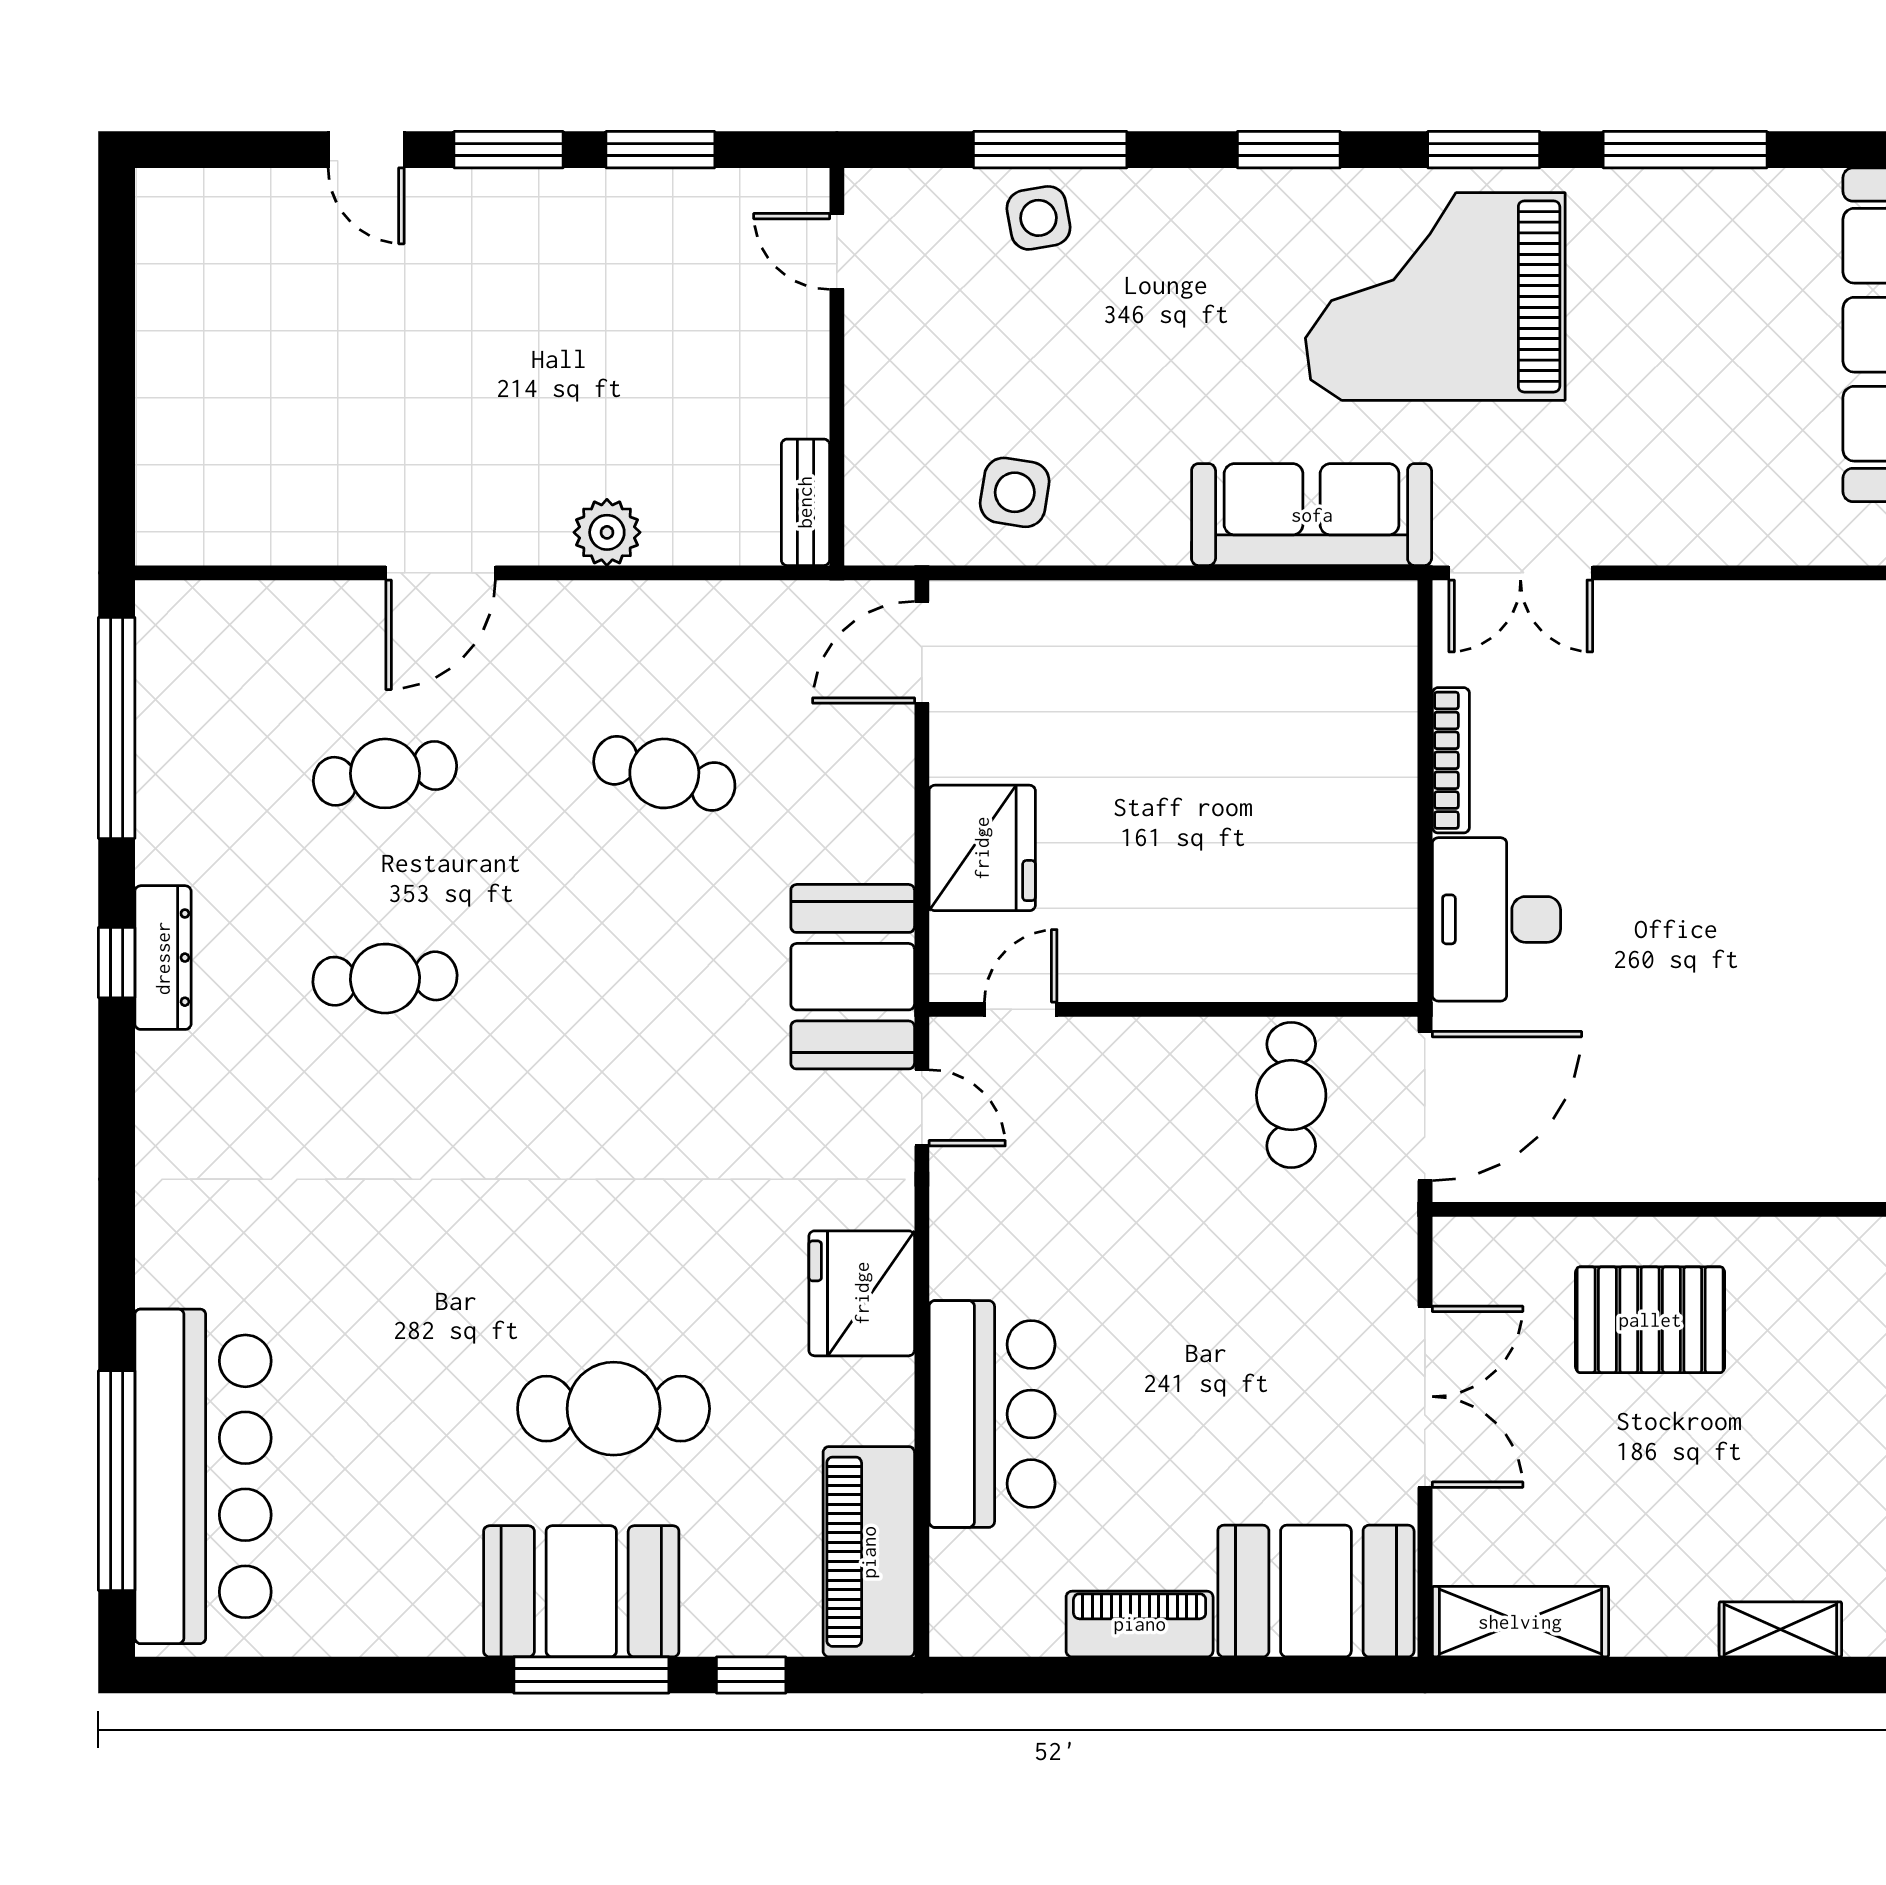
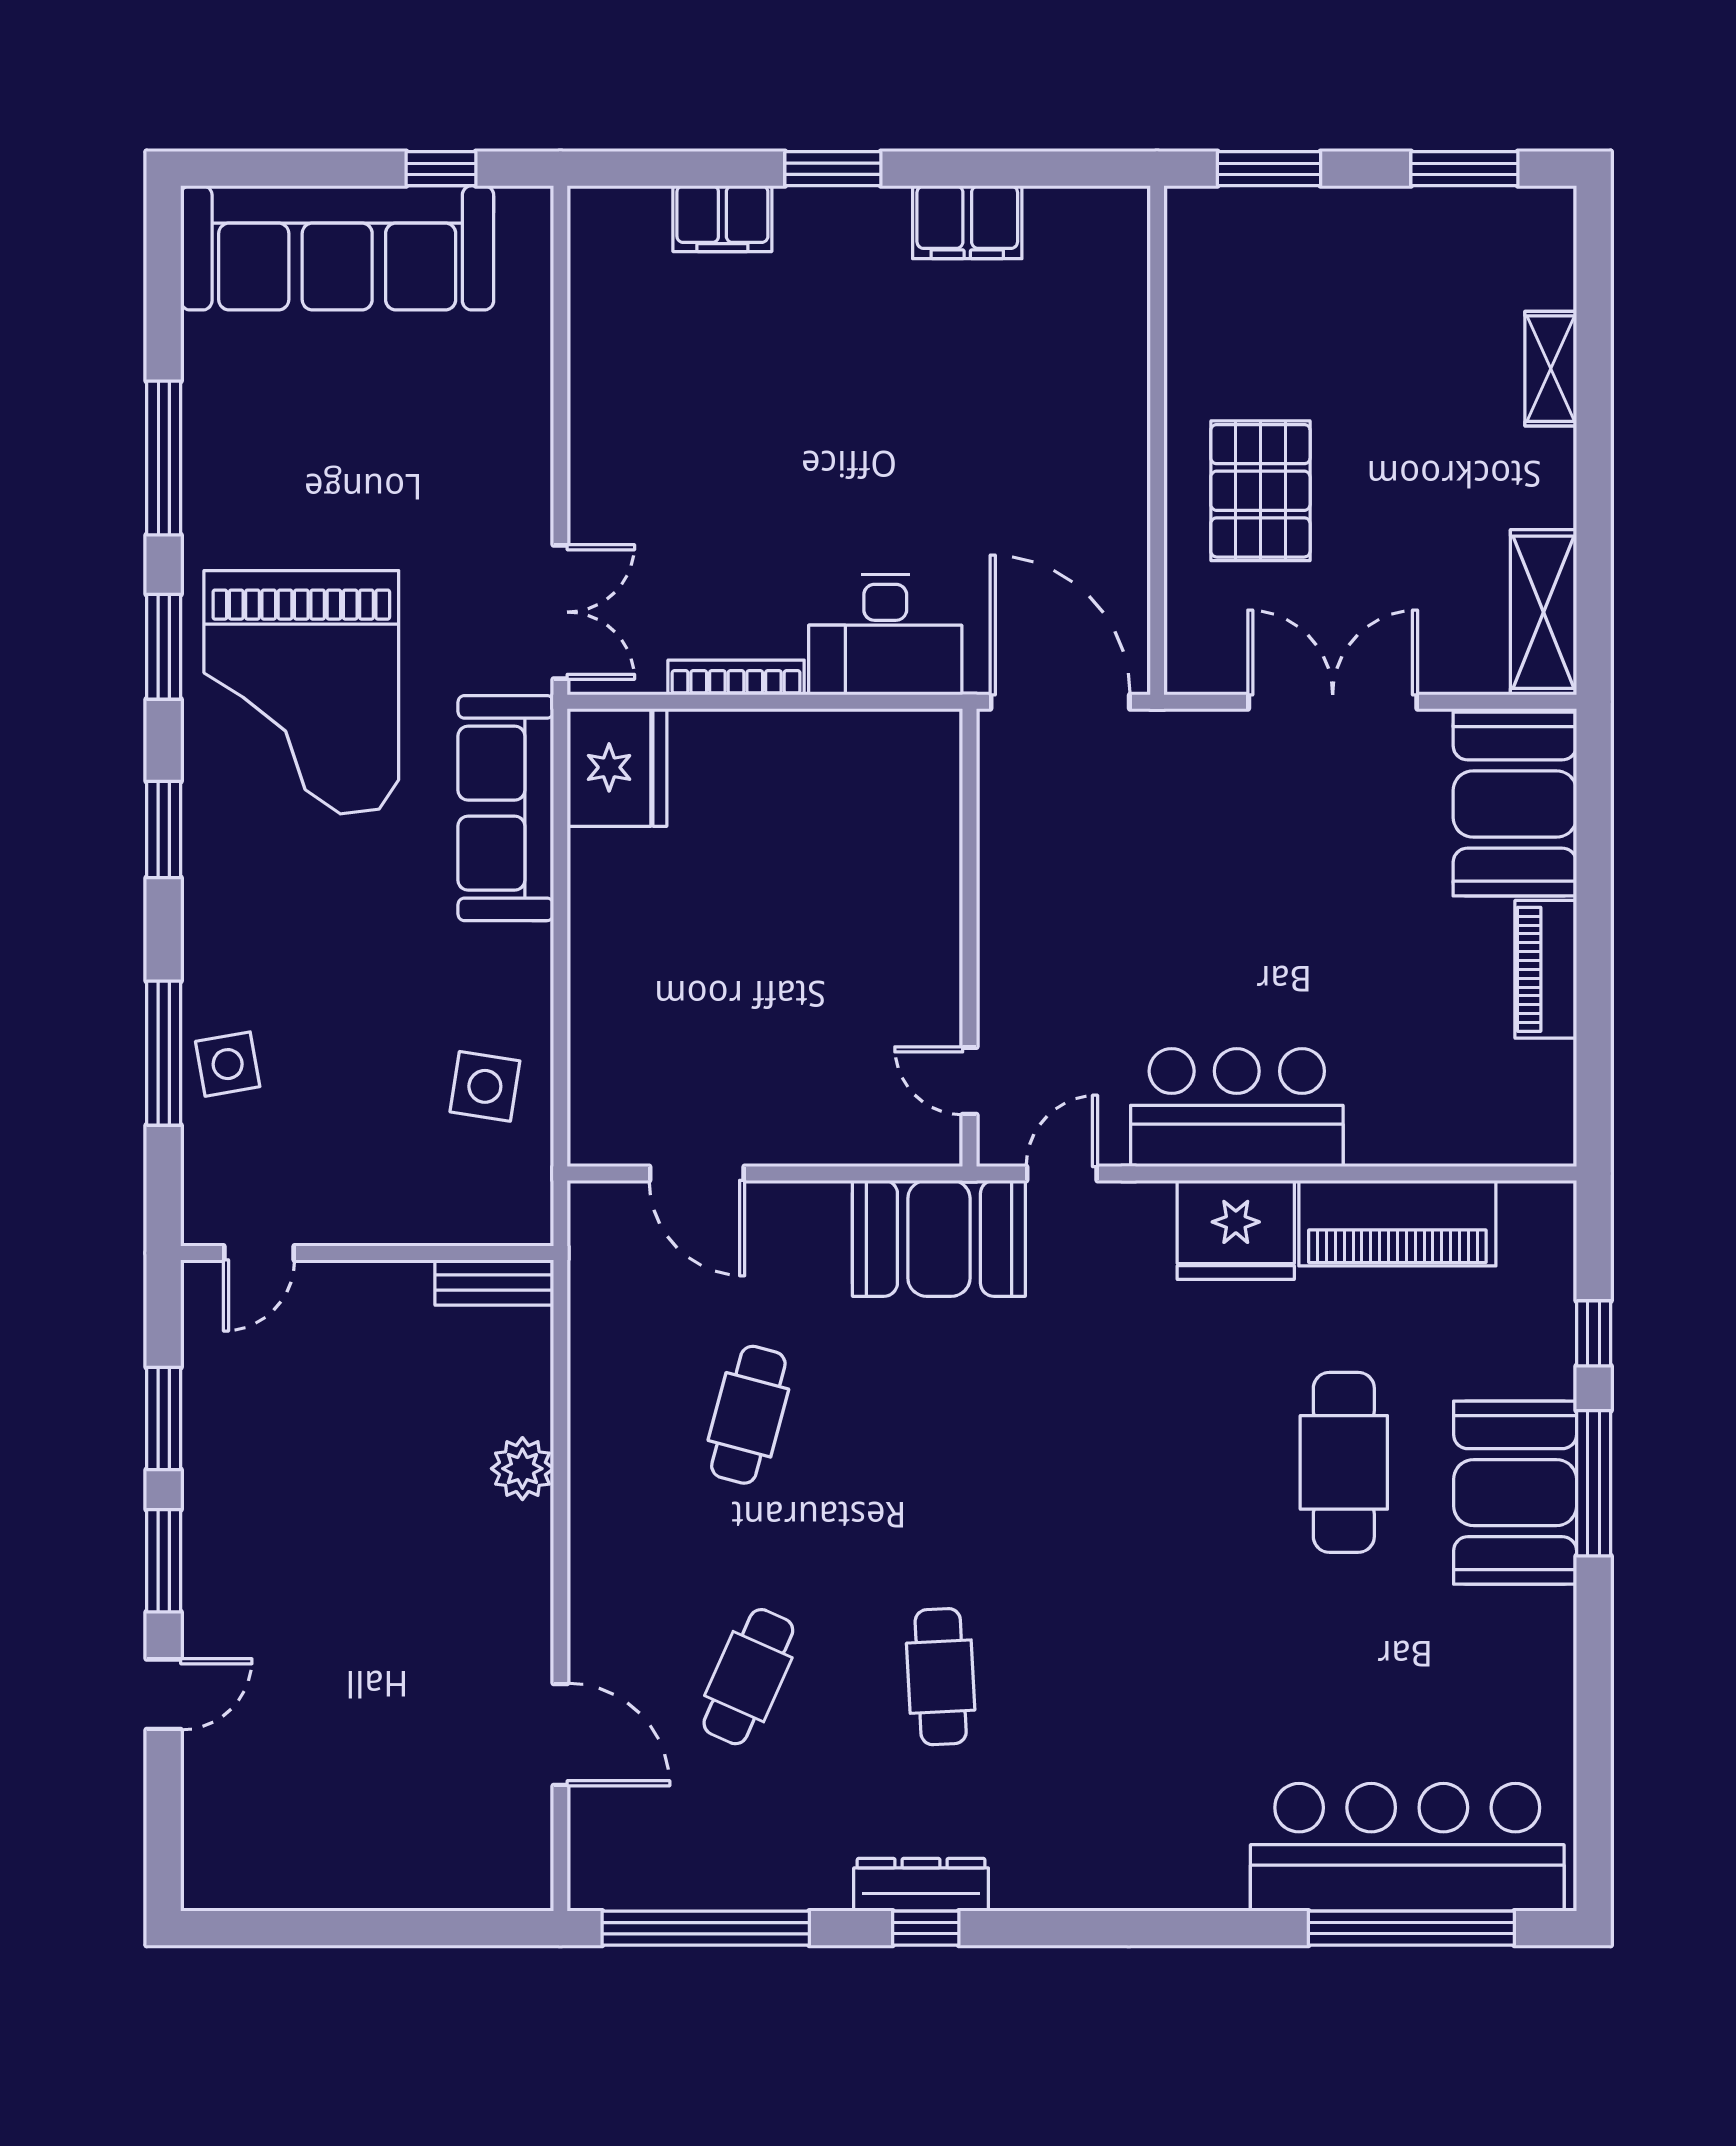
door: (441, 573) -> (560, 1734), moved
door: (922, 652) -> (697, 1173), moved
cafe table: (385, 773) -> (748, 1677), turned 33
fridge: (982, 848) -> (617, 767), moved, turned 90
cafe table: (1291, 1095) -> (1050, 827), removed
bar counter: (992, 1414) -> (1237, 1108), moved
piano: (869, 1552) -> (1397, 1223), moved

